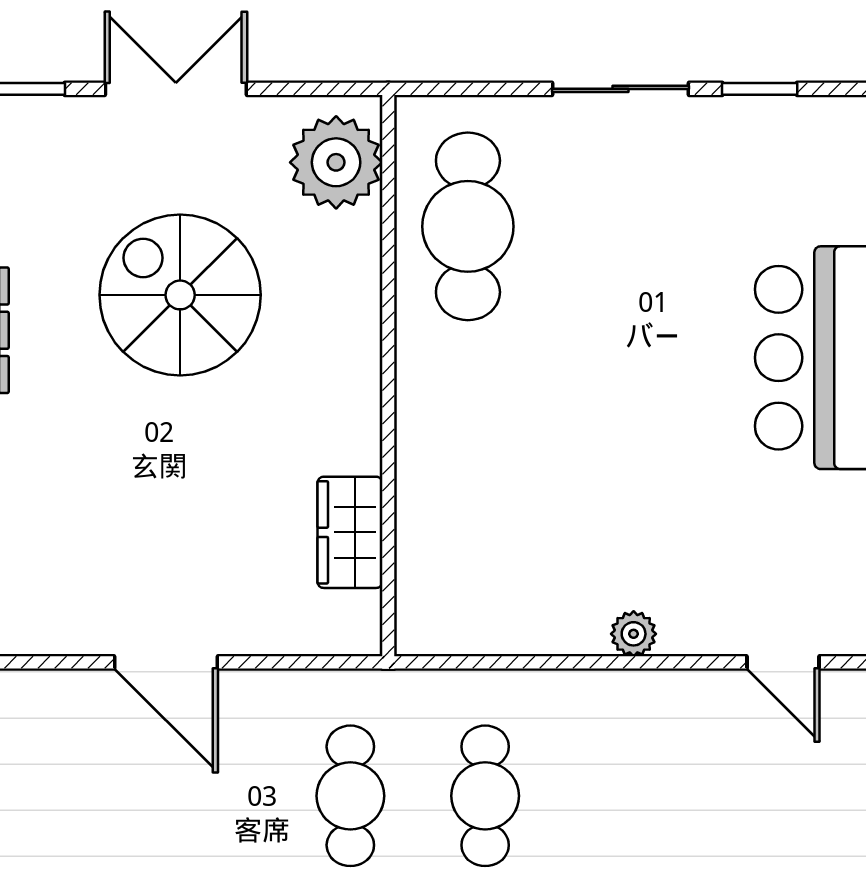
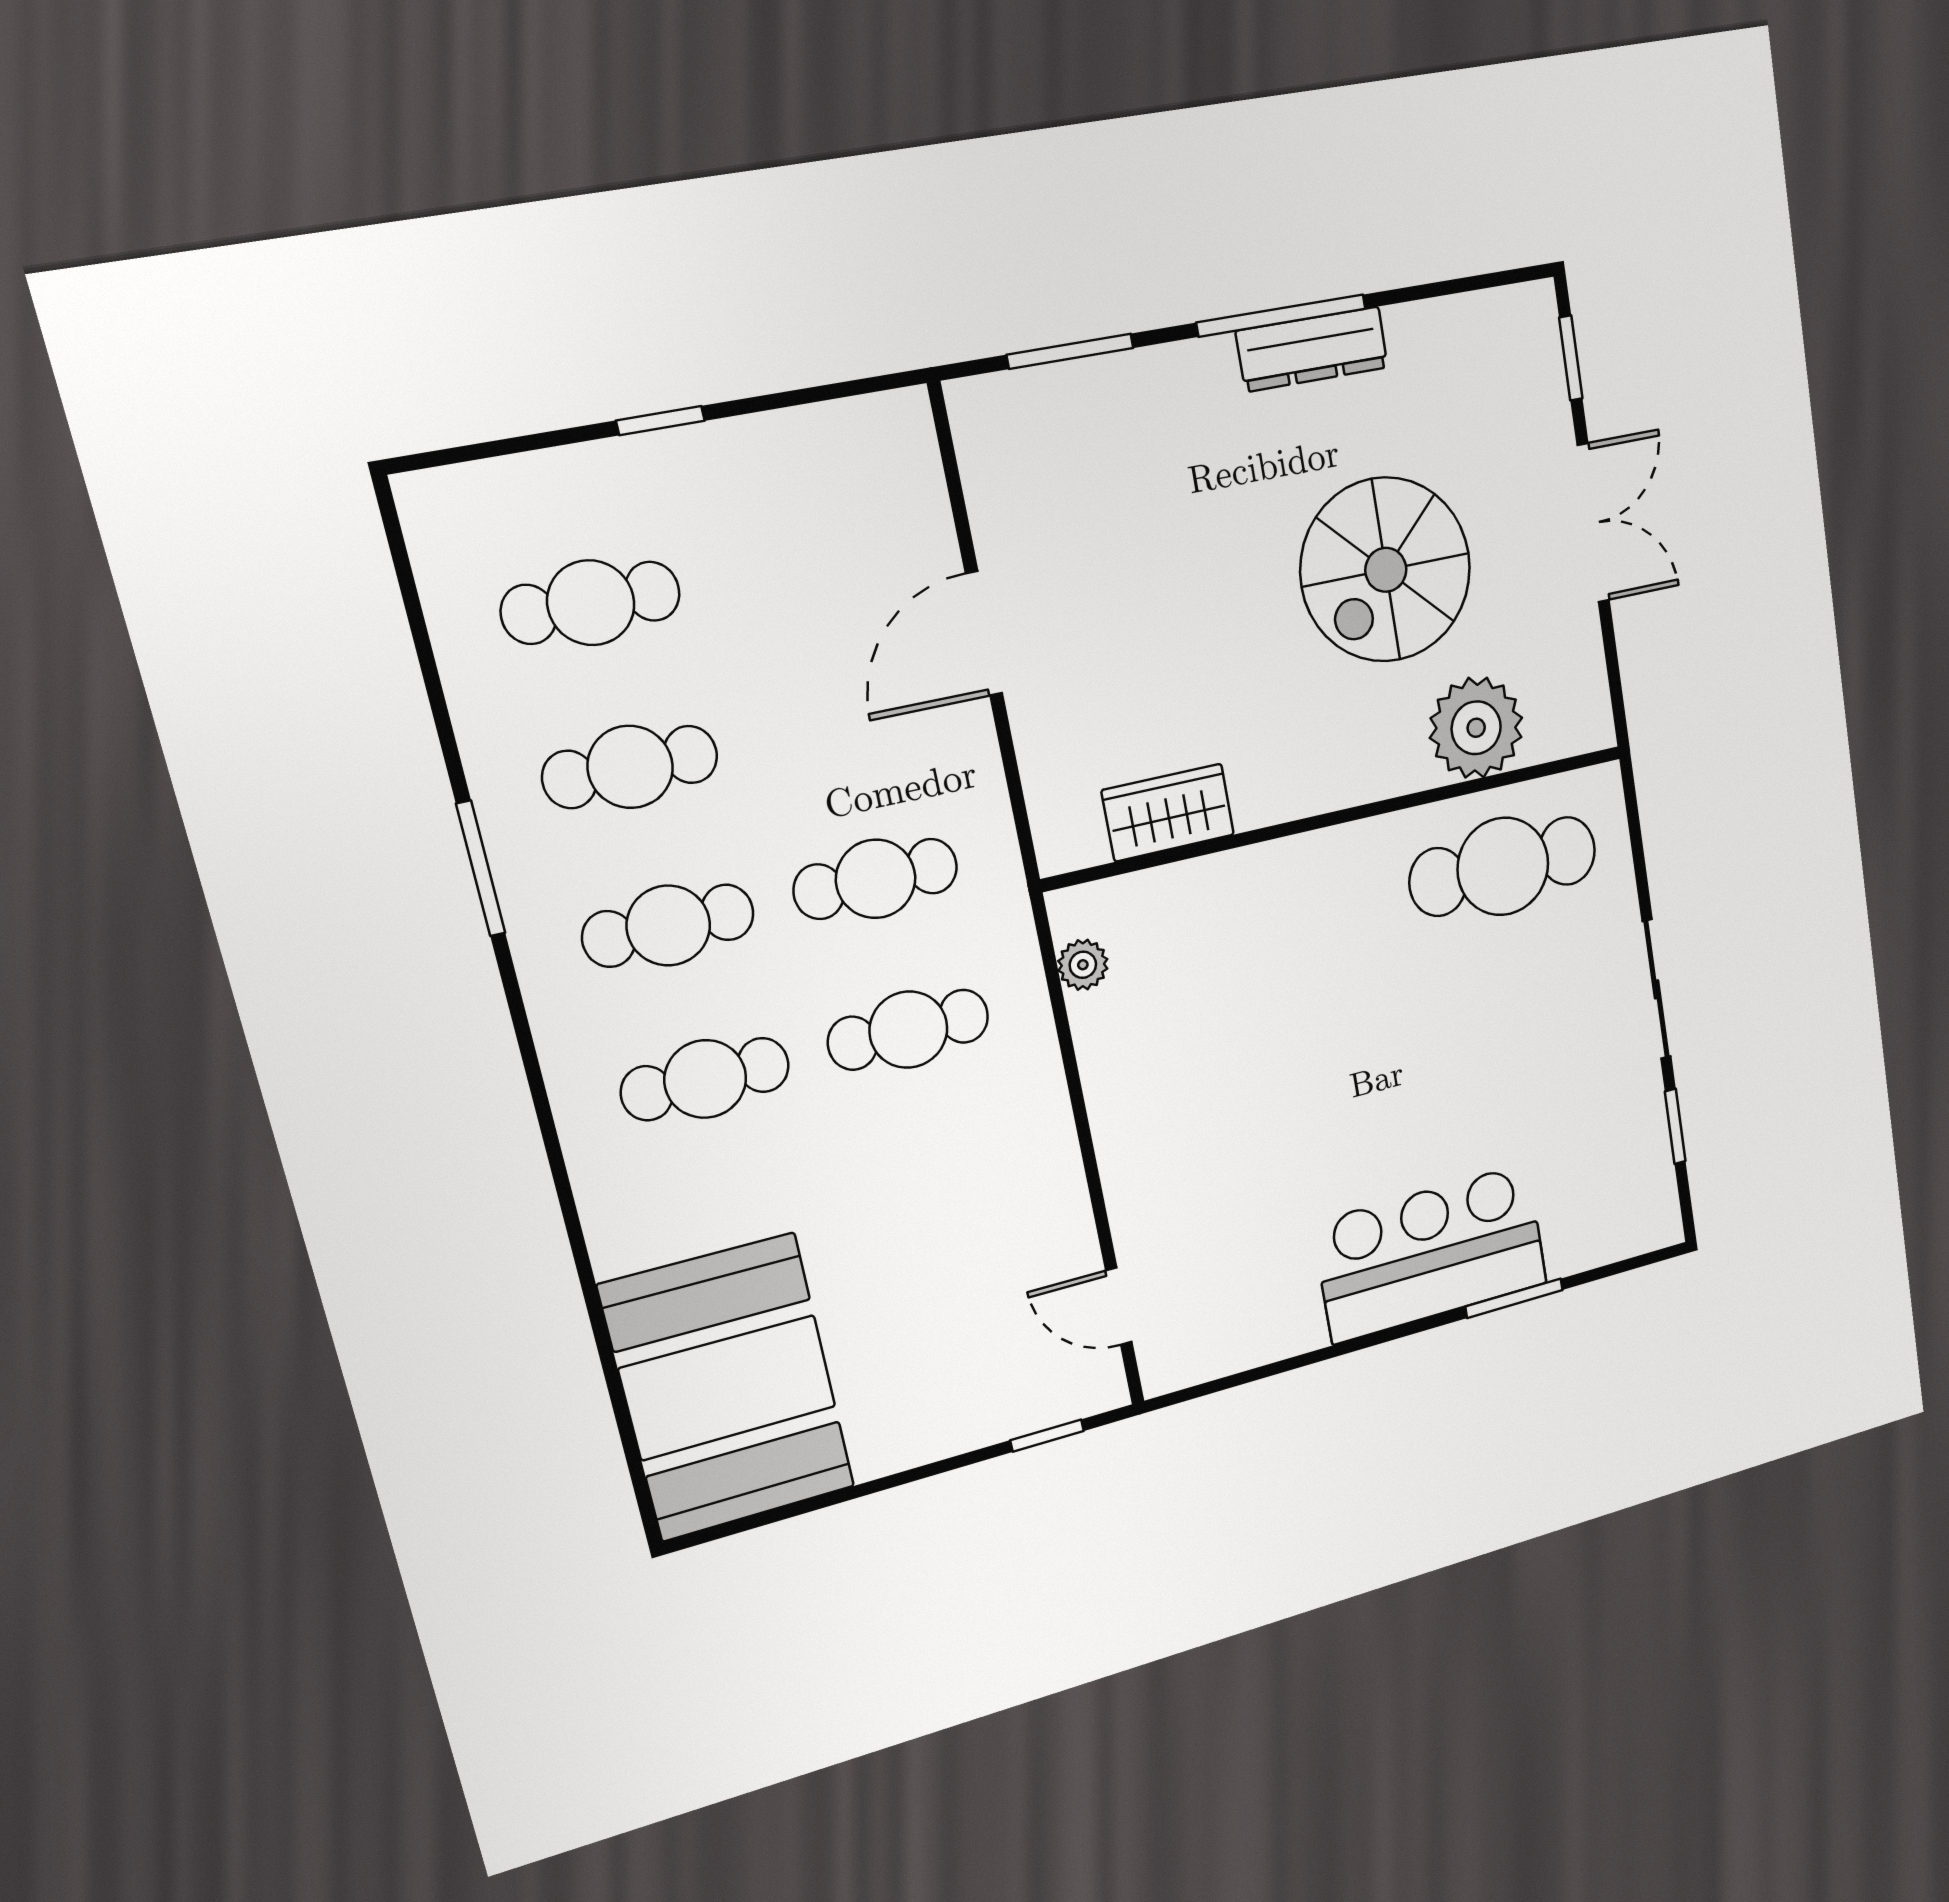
plant: (336, 162) -> (1476, 728), moved
spiral stairs: (180, 295) -> (1386, 570), turned 180
plant: (634, 634) -> (1083, 965), moved
door: (783, 662) -> (1119, 1306), hinge flipped

